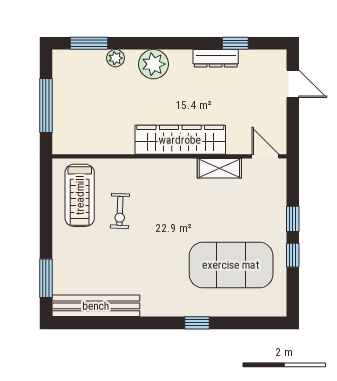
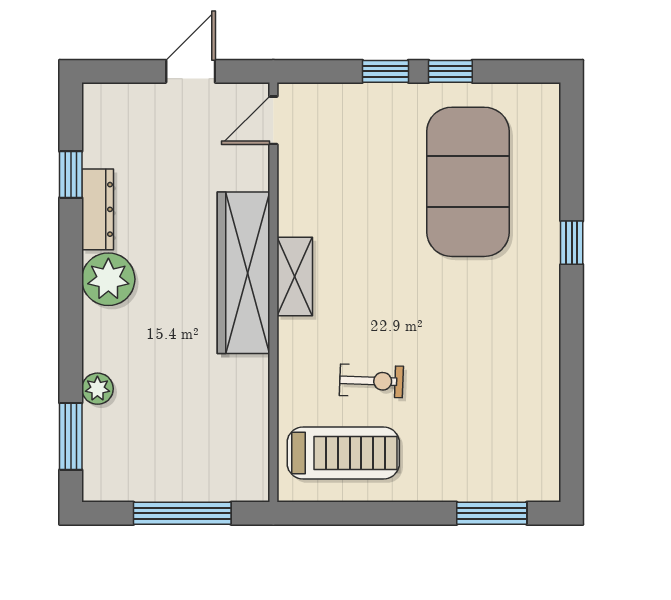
plant: (154, 64) -> (108, 279), moved
door: (293, 84) -> (191, 71), moved
shelving: (219, 168) -> (295, 277), moved
bench: (96, 306) -> (541, 424), removed

